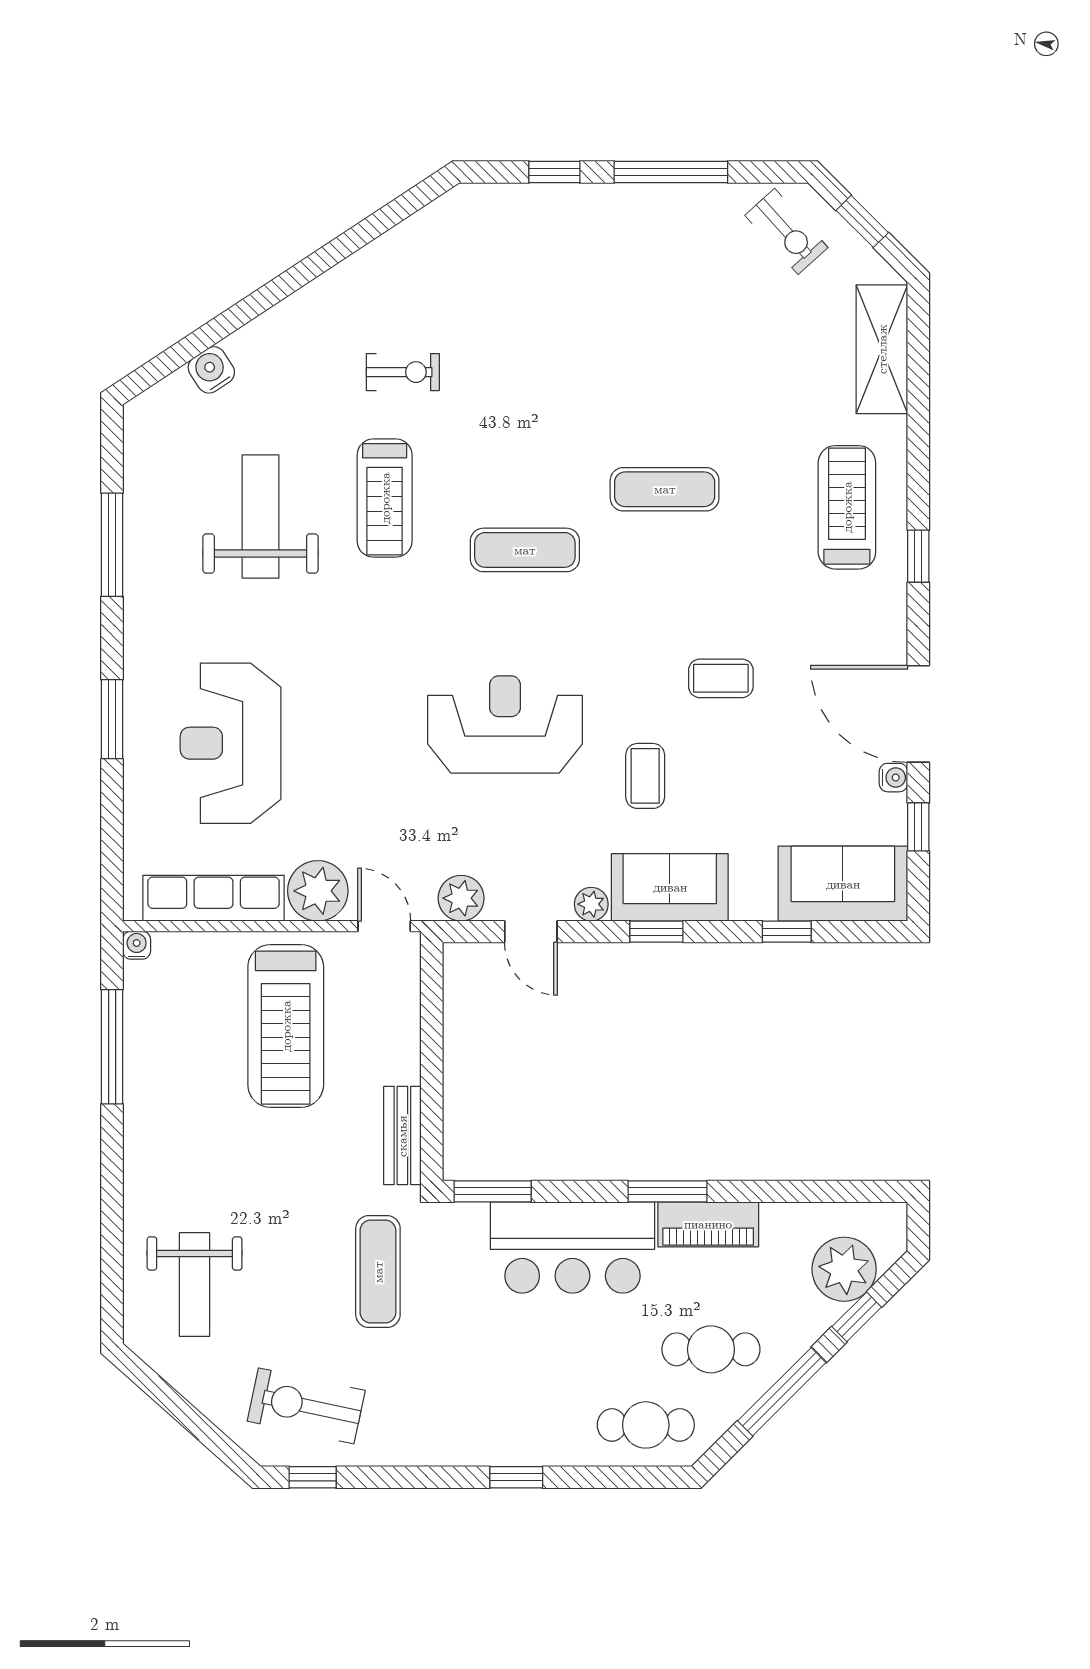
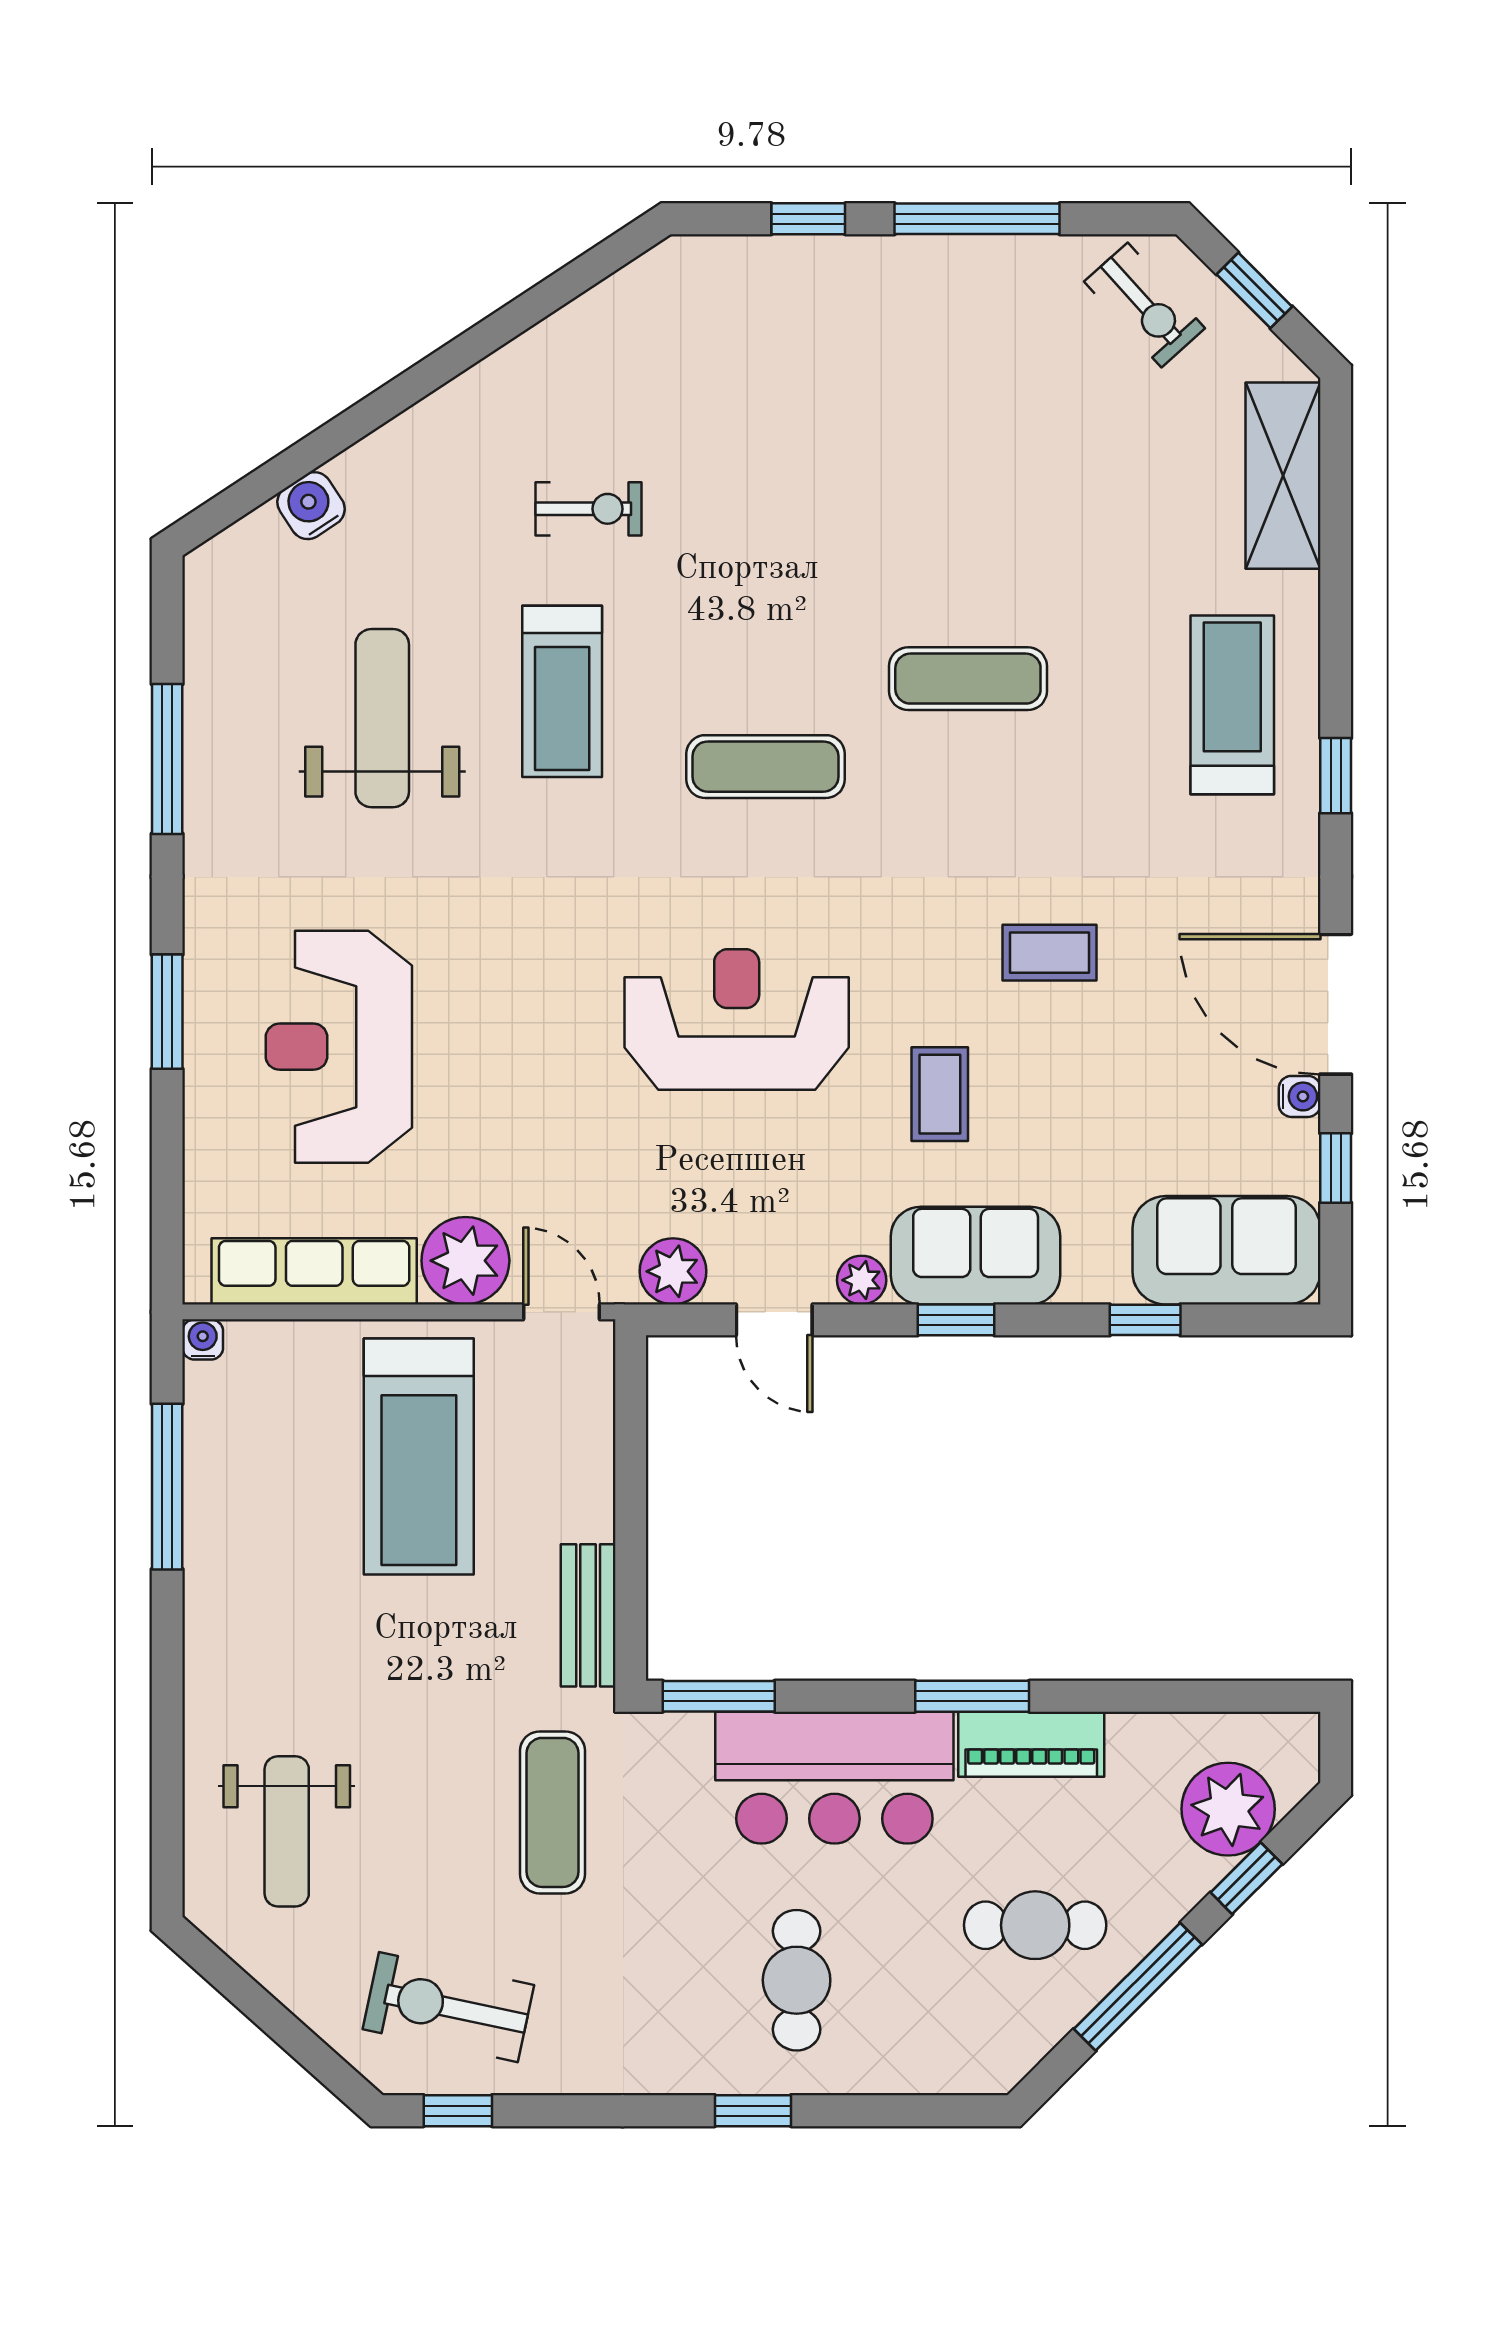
cafe table: (646, 1425) -> (797, 1980), moved, turned 90

